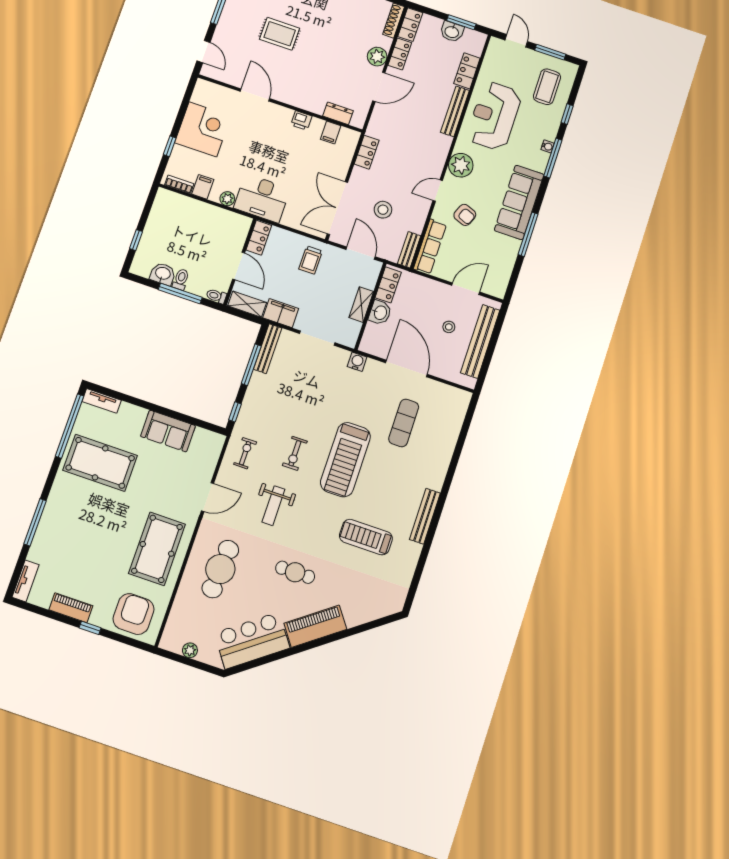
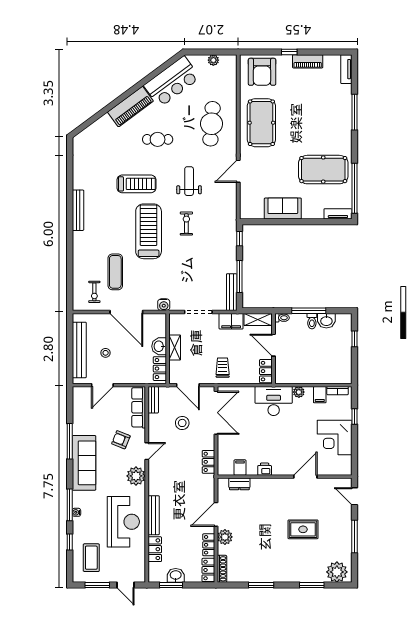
door: (255, 95) -> (305, 477), swing flipped
exercise bike: (245, 453) -> (94, 292), moved
treadmill: (366, 537) -> (137, 184), moved

